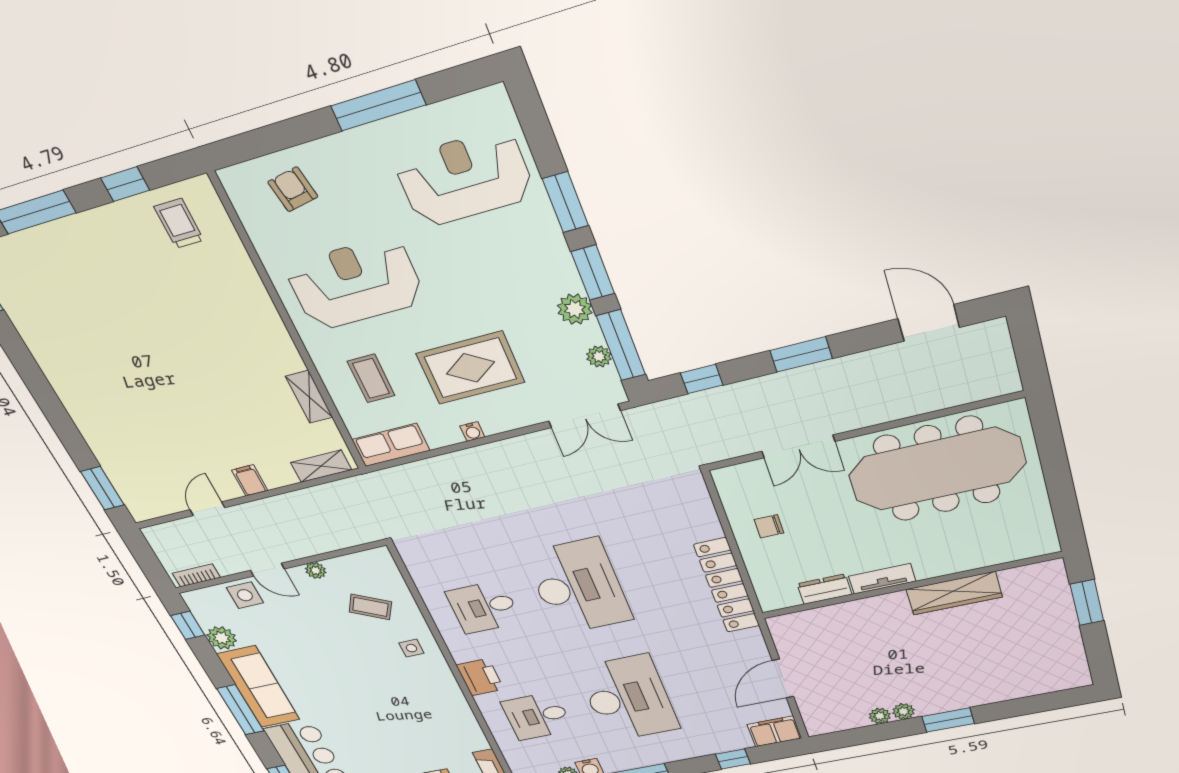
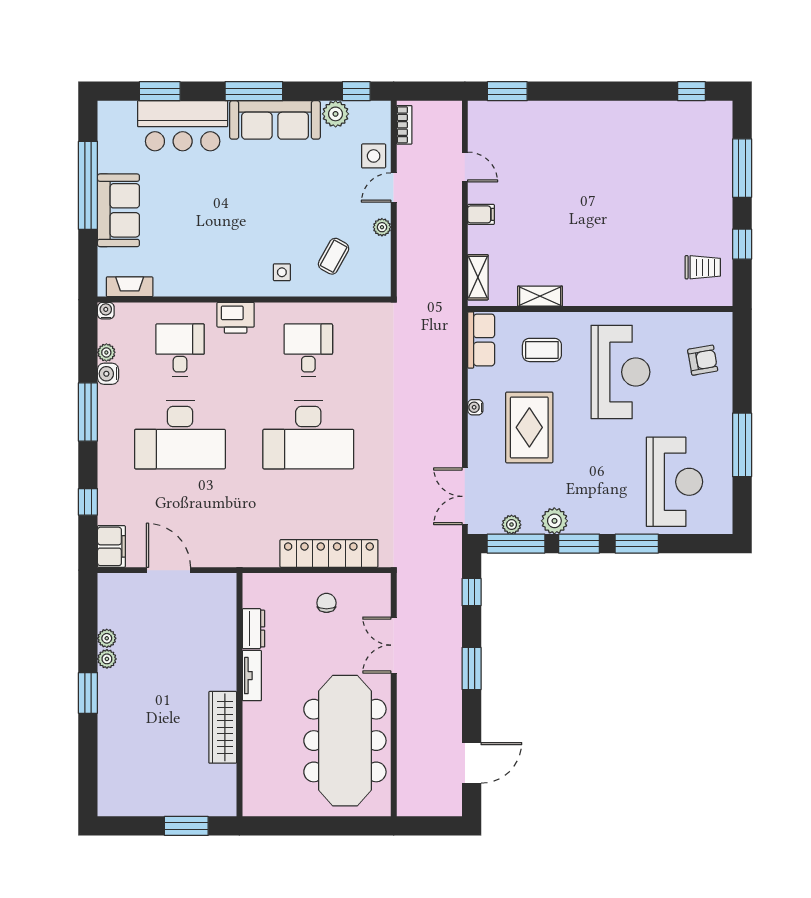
locker: (727, 586) -> (329, 553), moved

